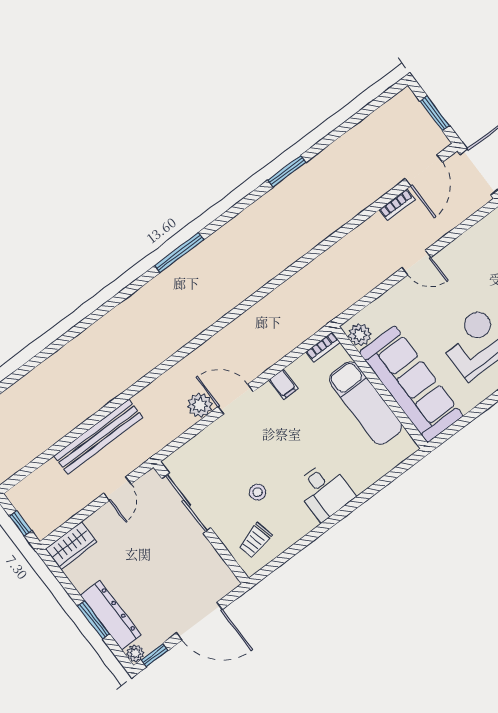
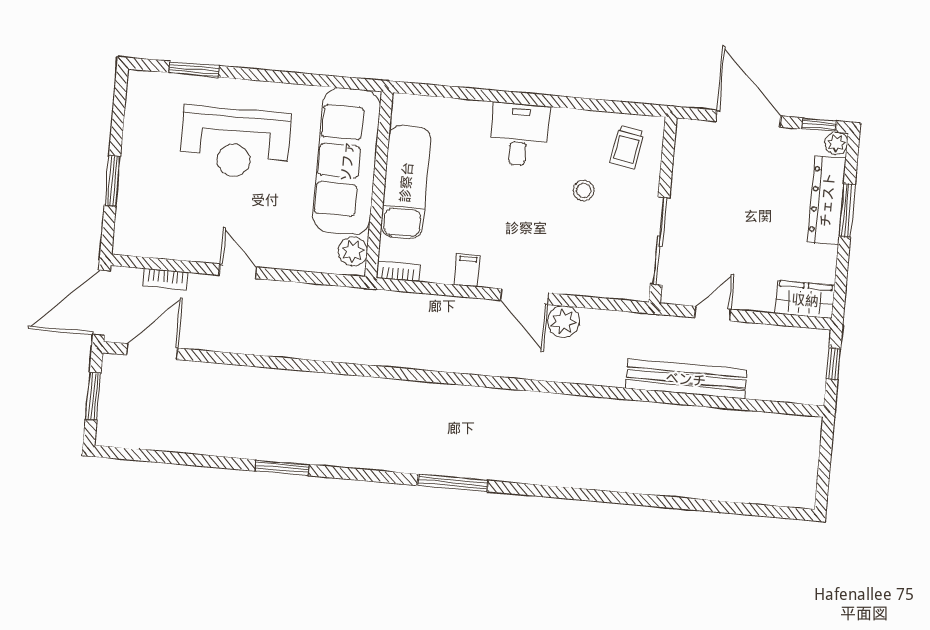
bookcase: (397, 205) -> (165, 279), moved, turned 180
trolley: (255, 540) -> (627, 147), turned 114

